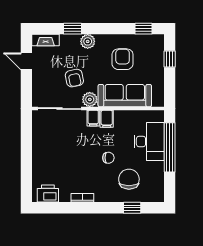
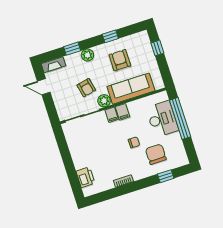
window: (143, 29) -> (110, 36), moved
printer: (48, 194) -> (85, 177), moved, turned 90

